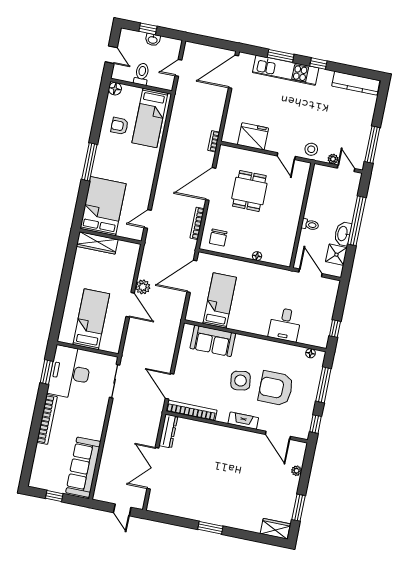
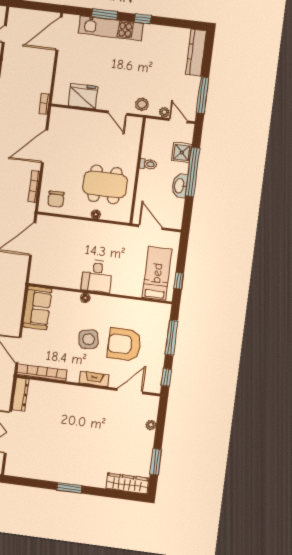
kitchen counter: (356, 83) -> (196, 52), moved, turned 90
dining table: (249, 191) -> (105, 184), moved, width x1.38
toilet: (310, 225) -> (148, 164), moved
shower: (336, 255) -> (182, 152), moved
bed: (220, 300) -> (157, 273), moved
desk: (285, 324) -> (97, 276), moved
sofa: (213, 341) -> (37, 308), moved, turned -90
floor lamp: (311, 353) -> (85, 298), moved
door: (278, 435) -> (130, 391), swing flipped
wardrobe: (275, 529) -> (127, 483), width x1.50

